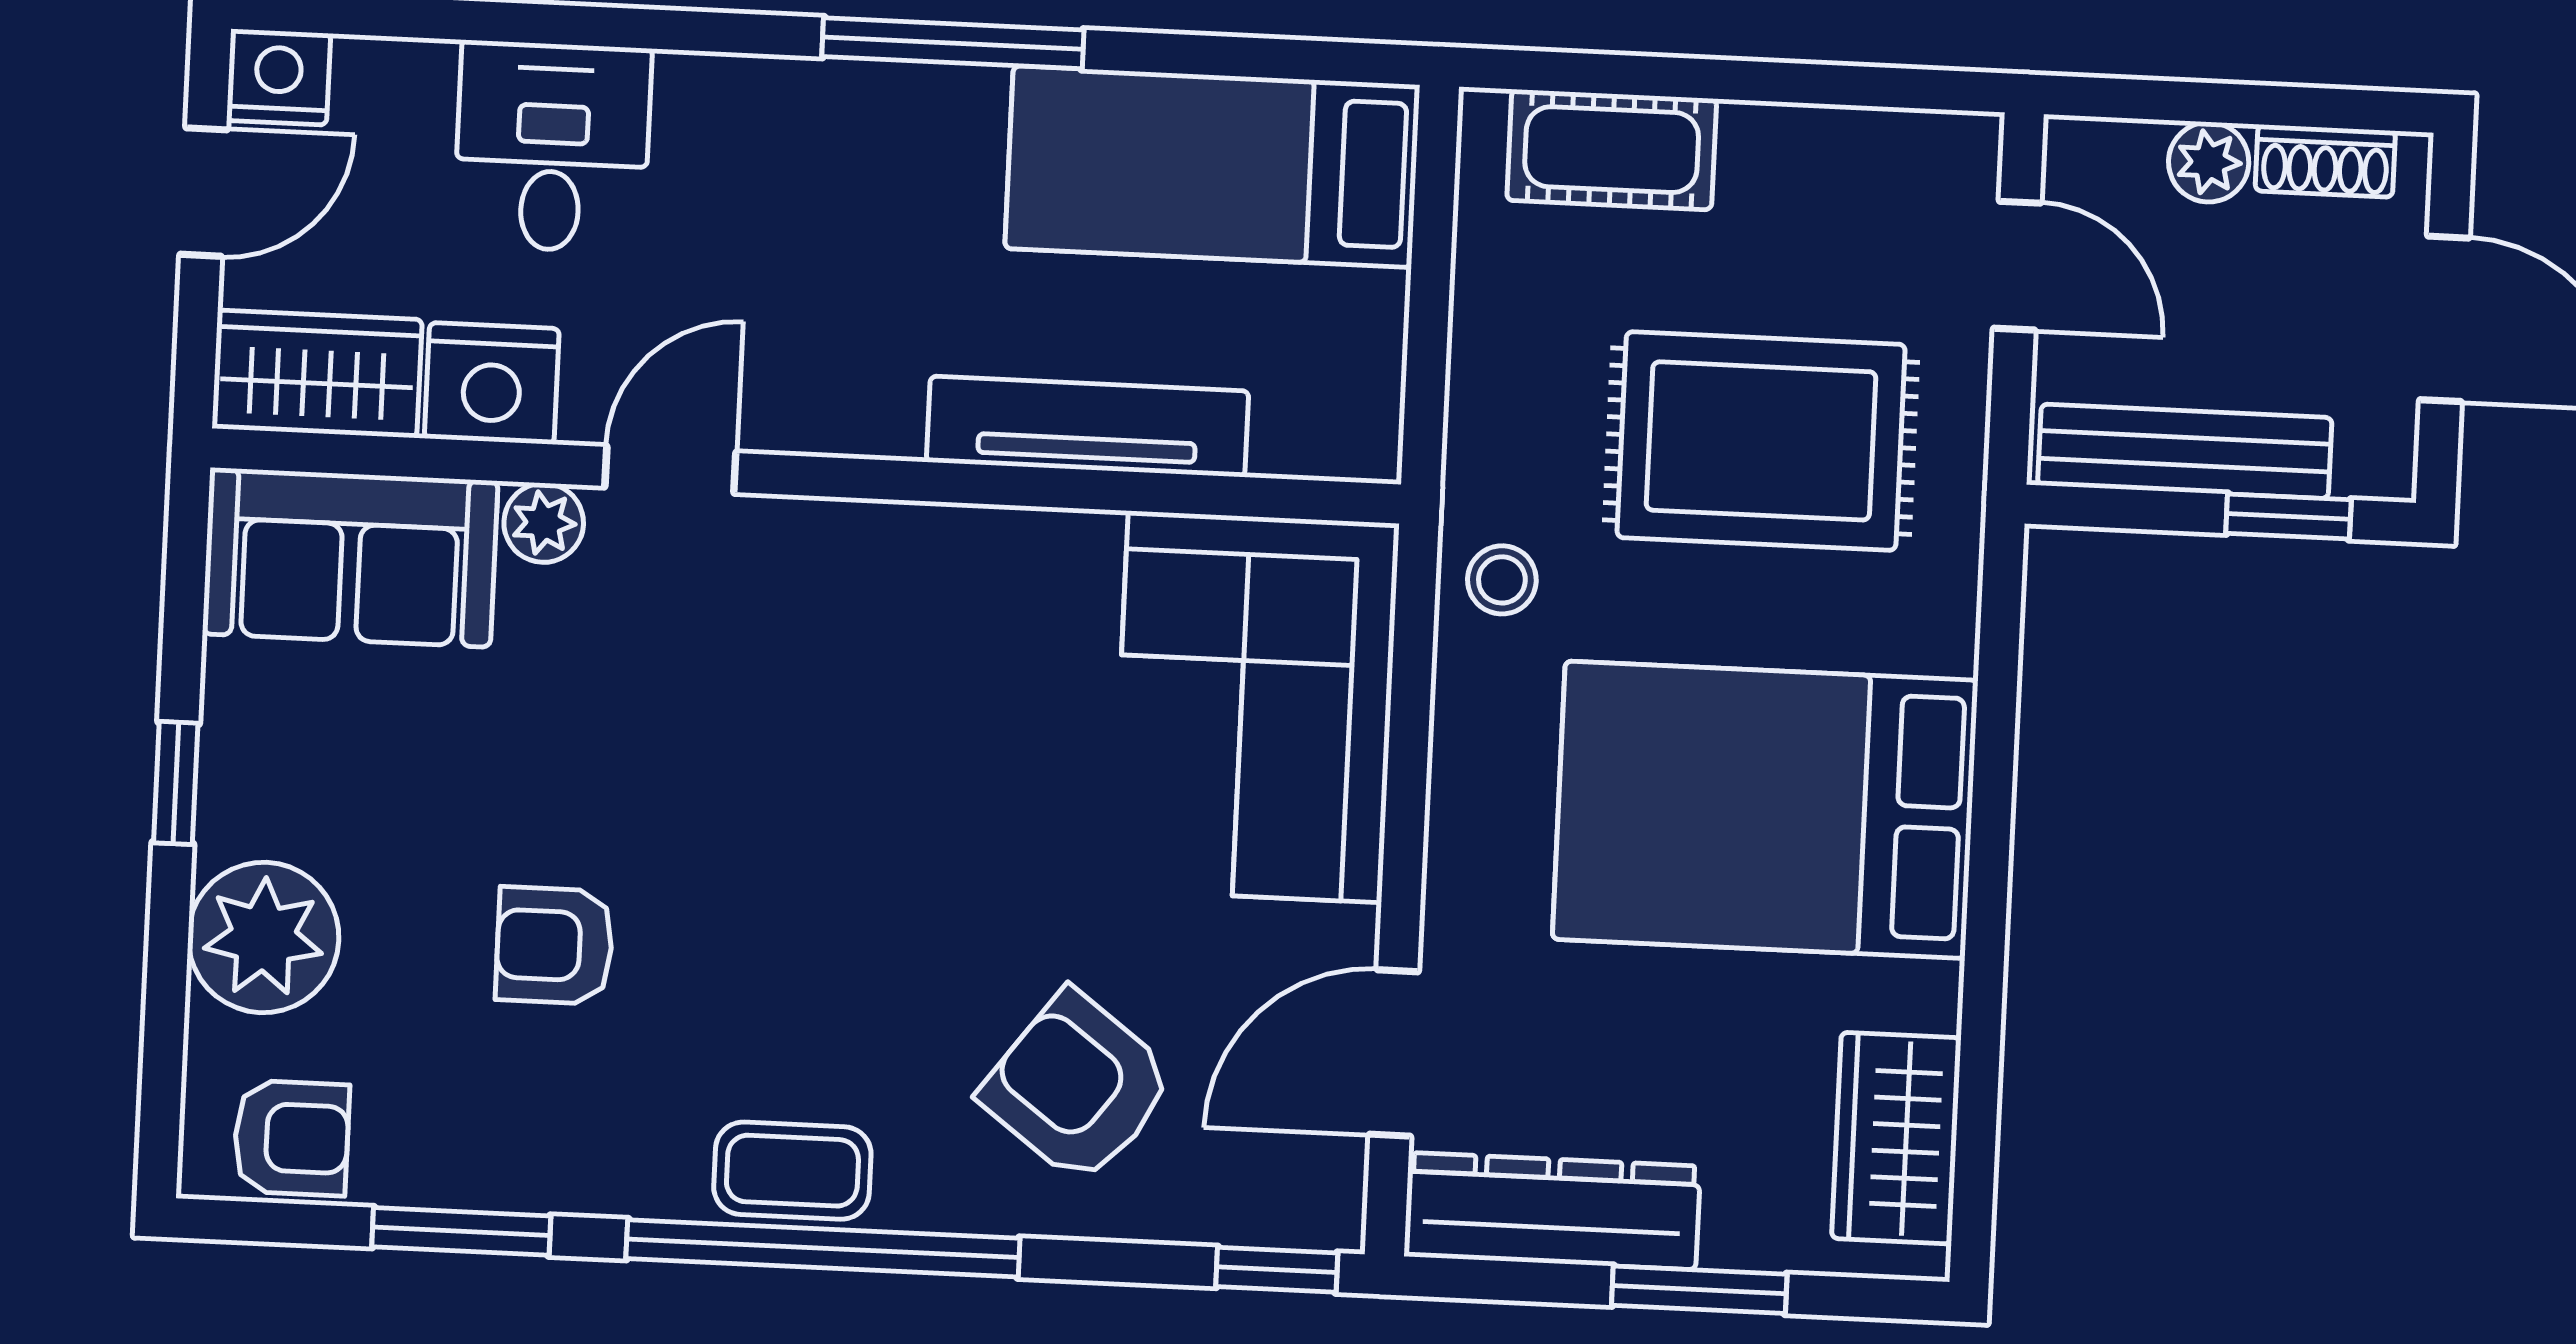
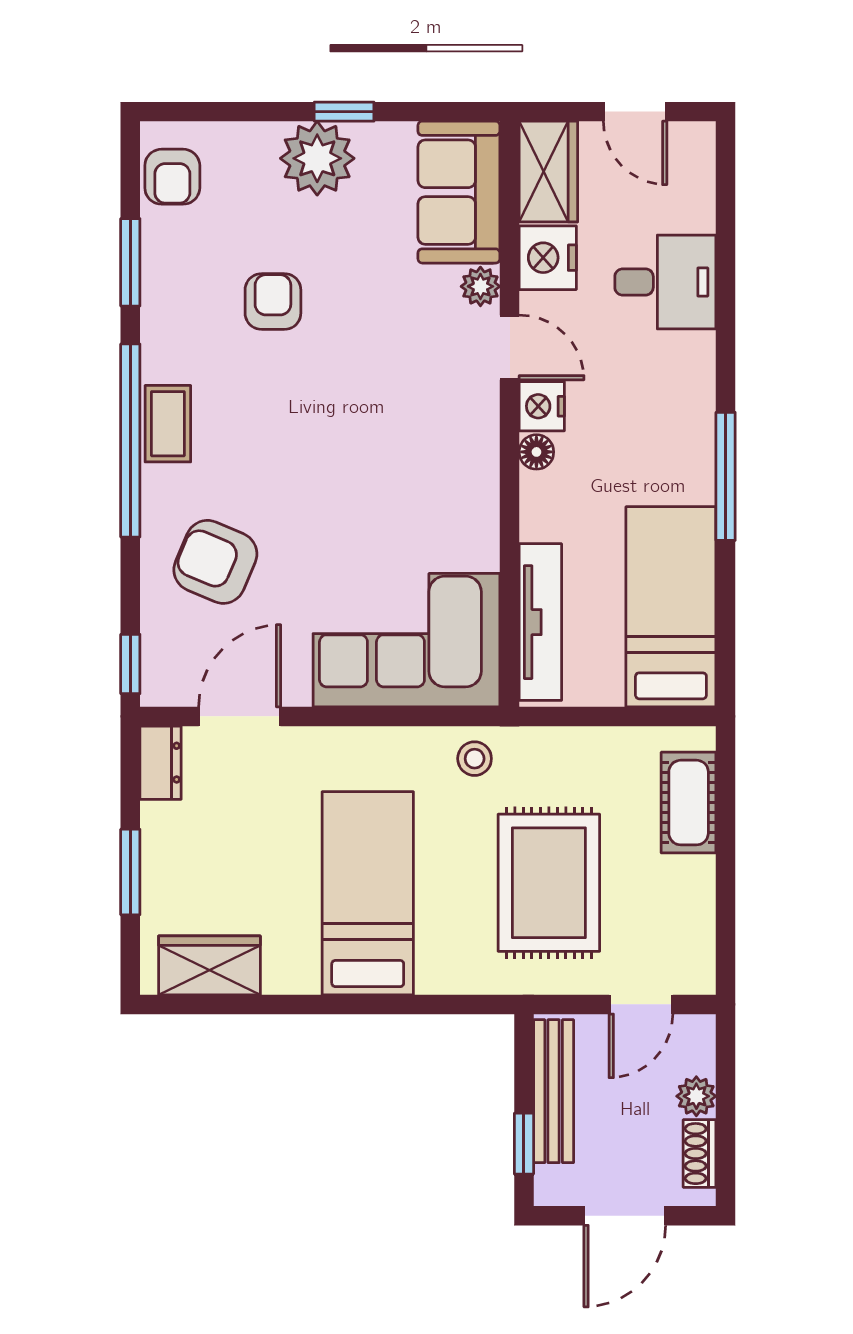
nightstand: (279, 77) -> (542, 406), moved, turned 180
floor lamp: (885, 425) -> (536, 452), added
tv unit: (1088, 426) -> (540, 622), moved
bed: (1765, 810) -> (368, 893), width x0.67
plant: (263, 937) -> (317, 158), moved
door: (1394, 1053) -> (240, 716), hinge flipped
armchair: (1078, 1087) -> (215, 562), turned -104
dresser: (1552, 1211) -> (161, 763), width x0.51, depth x0.80

